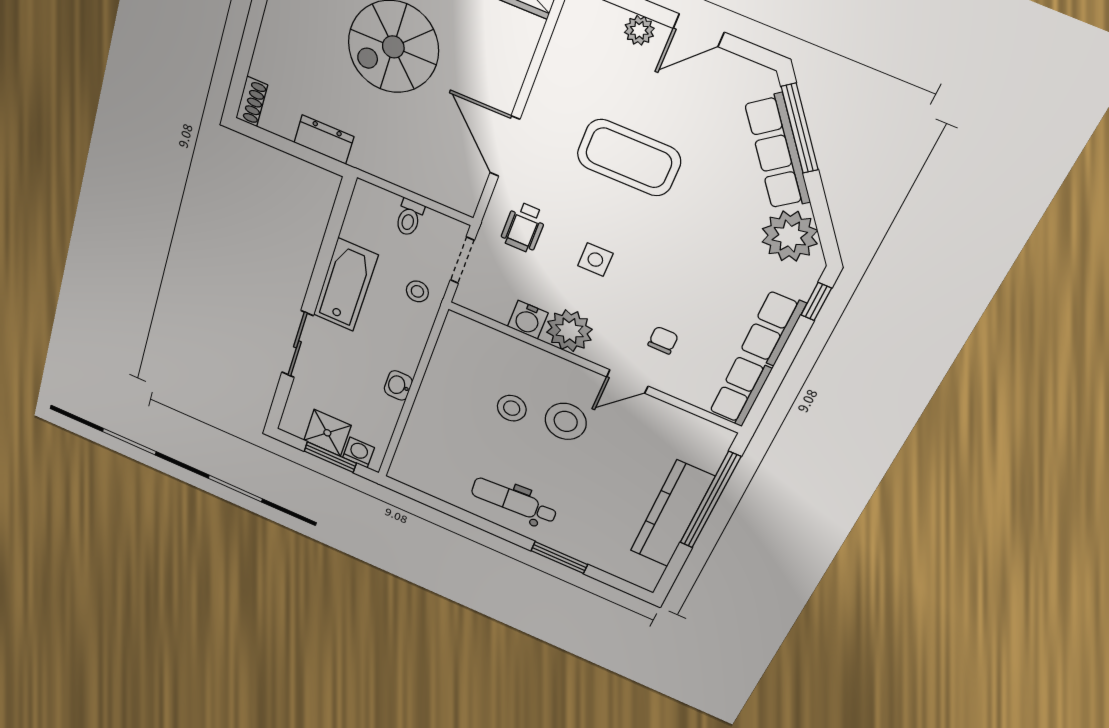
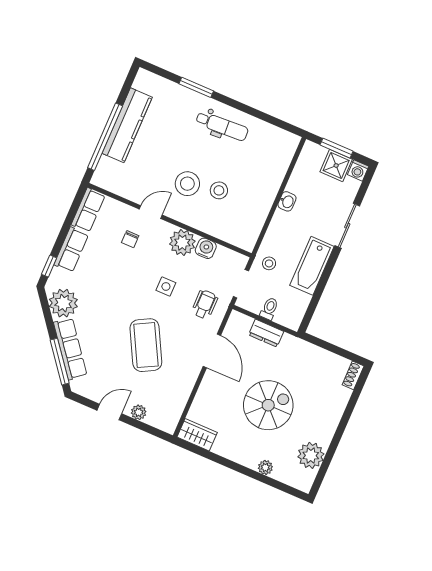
dresser: (324, 140) -> (266, 333), moved
coffee table: (629, 158) -> (146, 345), turned 62
washing machine: (359, 452) -> (358, 170), moved

